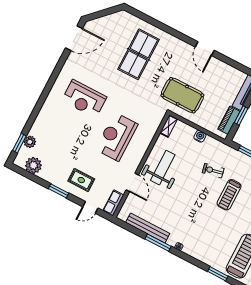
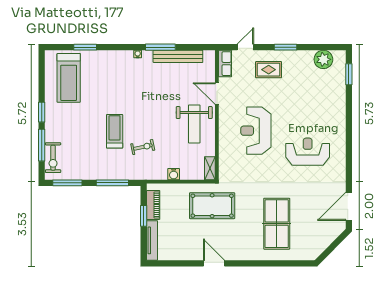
reception desk: (117, 137) -> (256, 131), turned 180
plant: (30, 142) -> (339, 81), removed

